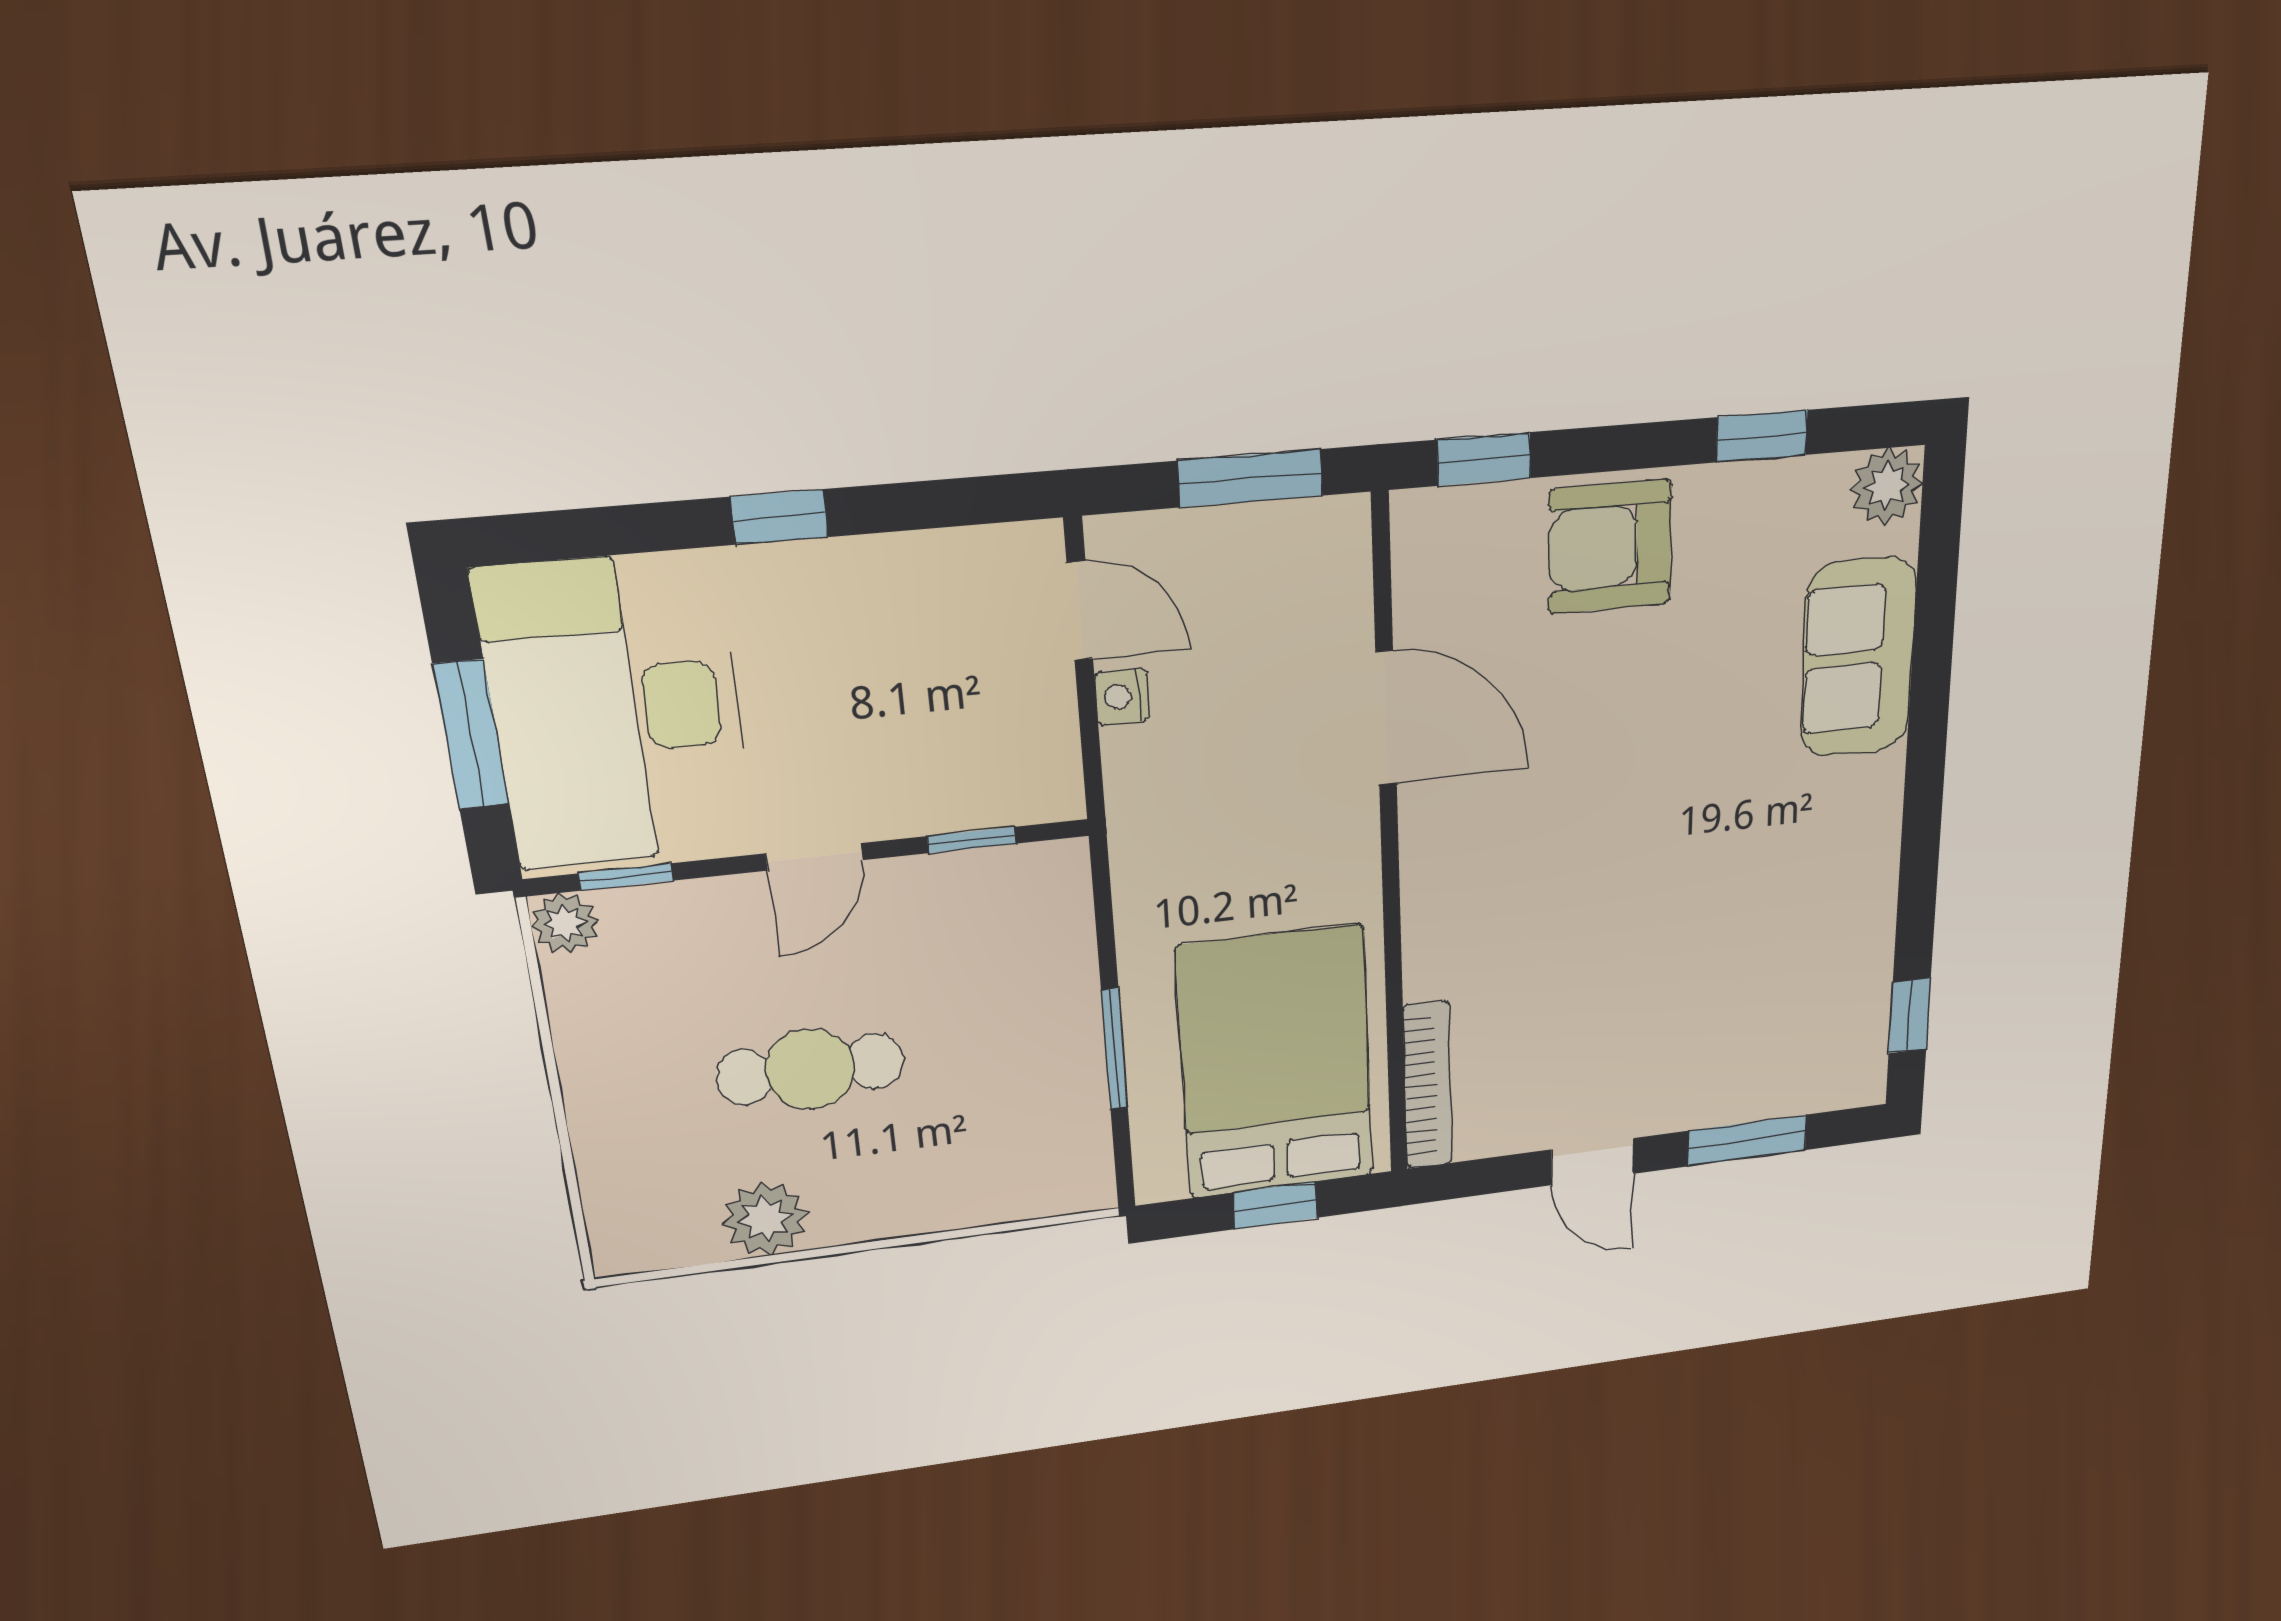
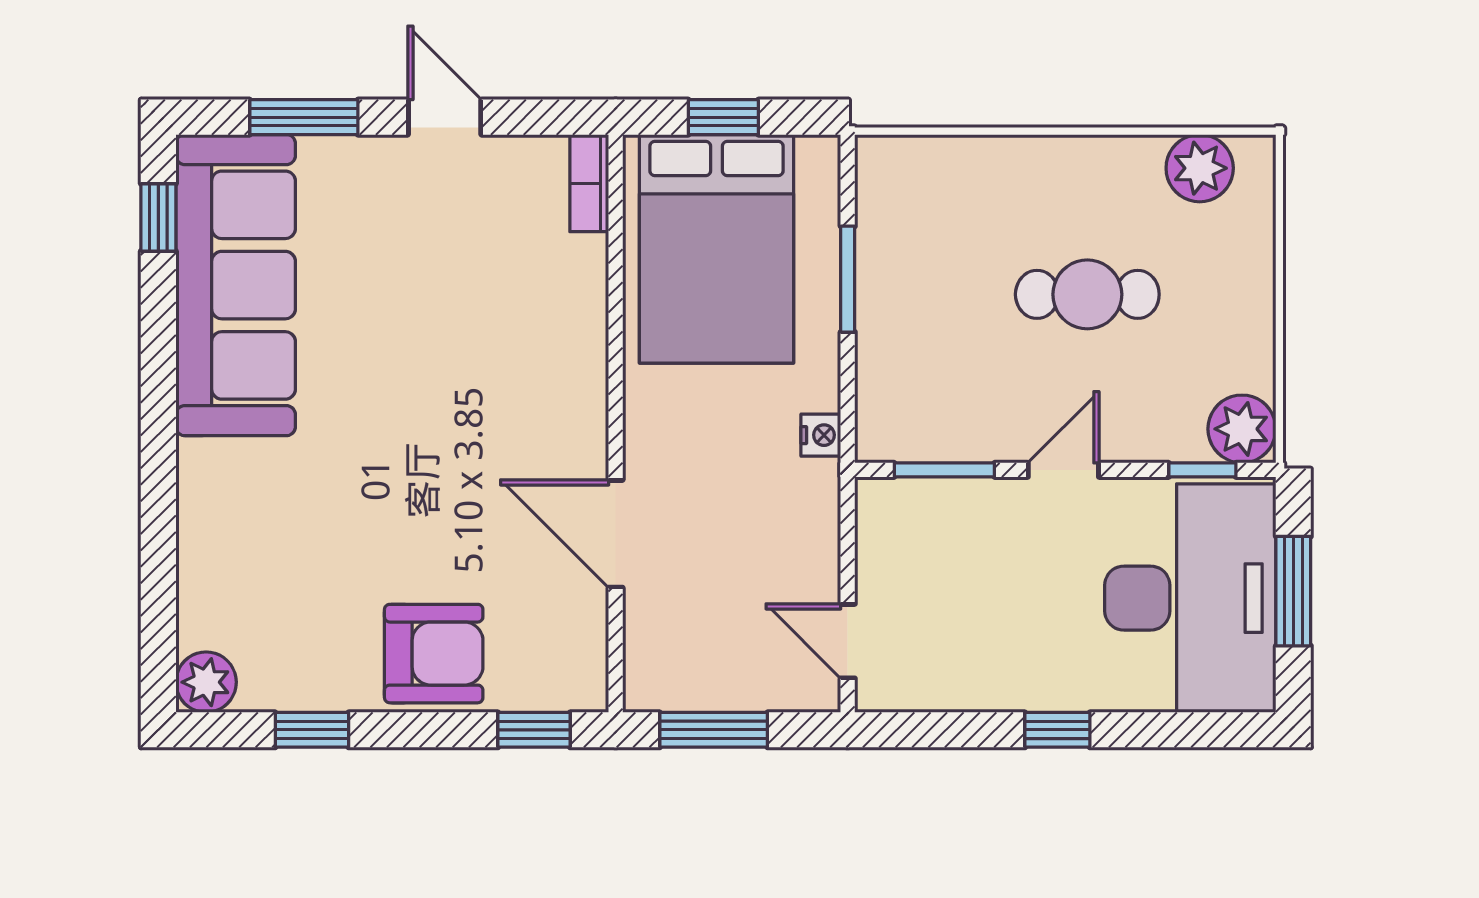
sofa: (1858, 658) -> (236, 285), moved, width x1.85, depth x1.27
nightstand: (1122, 697) -> (821, 435), moved
window: (972, 840) -> (944, 470), width x1.50
plant: (565, 924) -> (1242, 429), width x1.38, depth x1.38
bookcase: (1427, 1085) -> (589, 183), width x0.64
plant: (765, 1219) -> (1200, 168), moved

